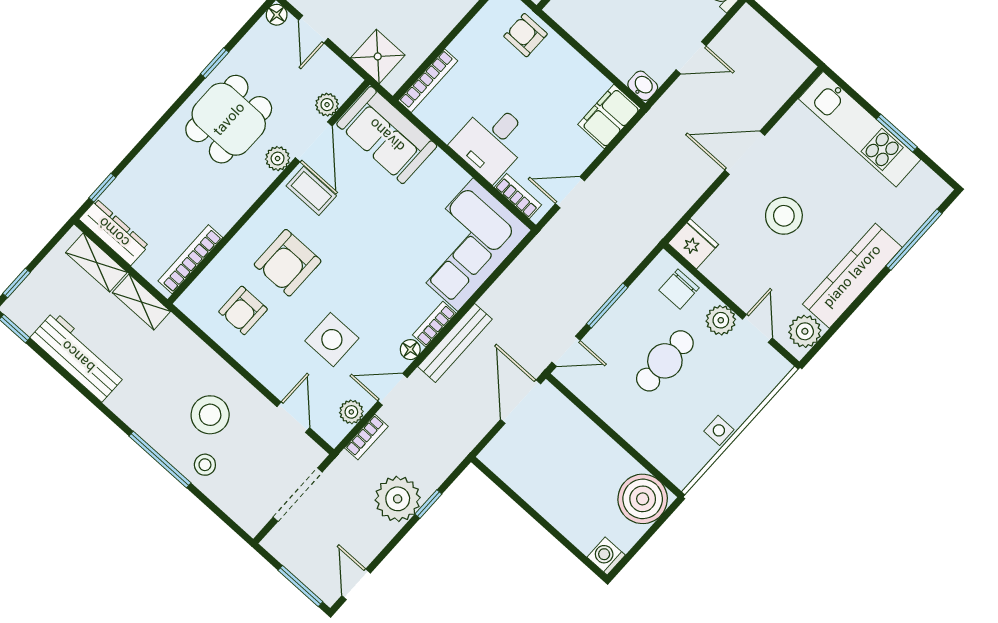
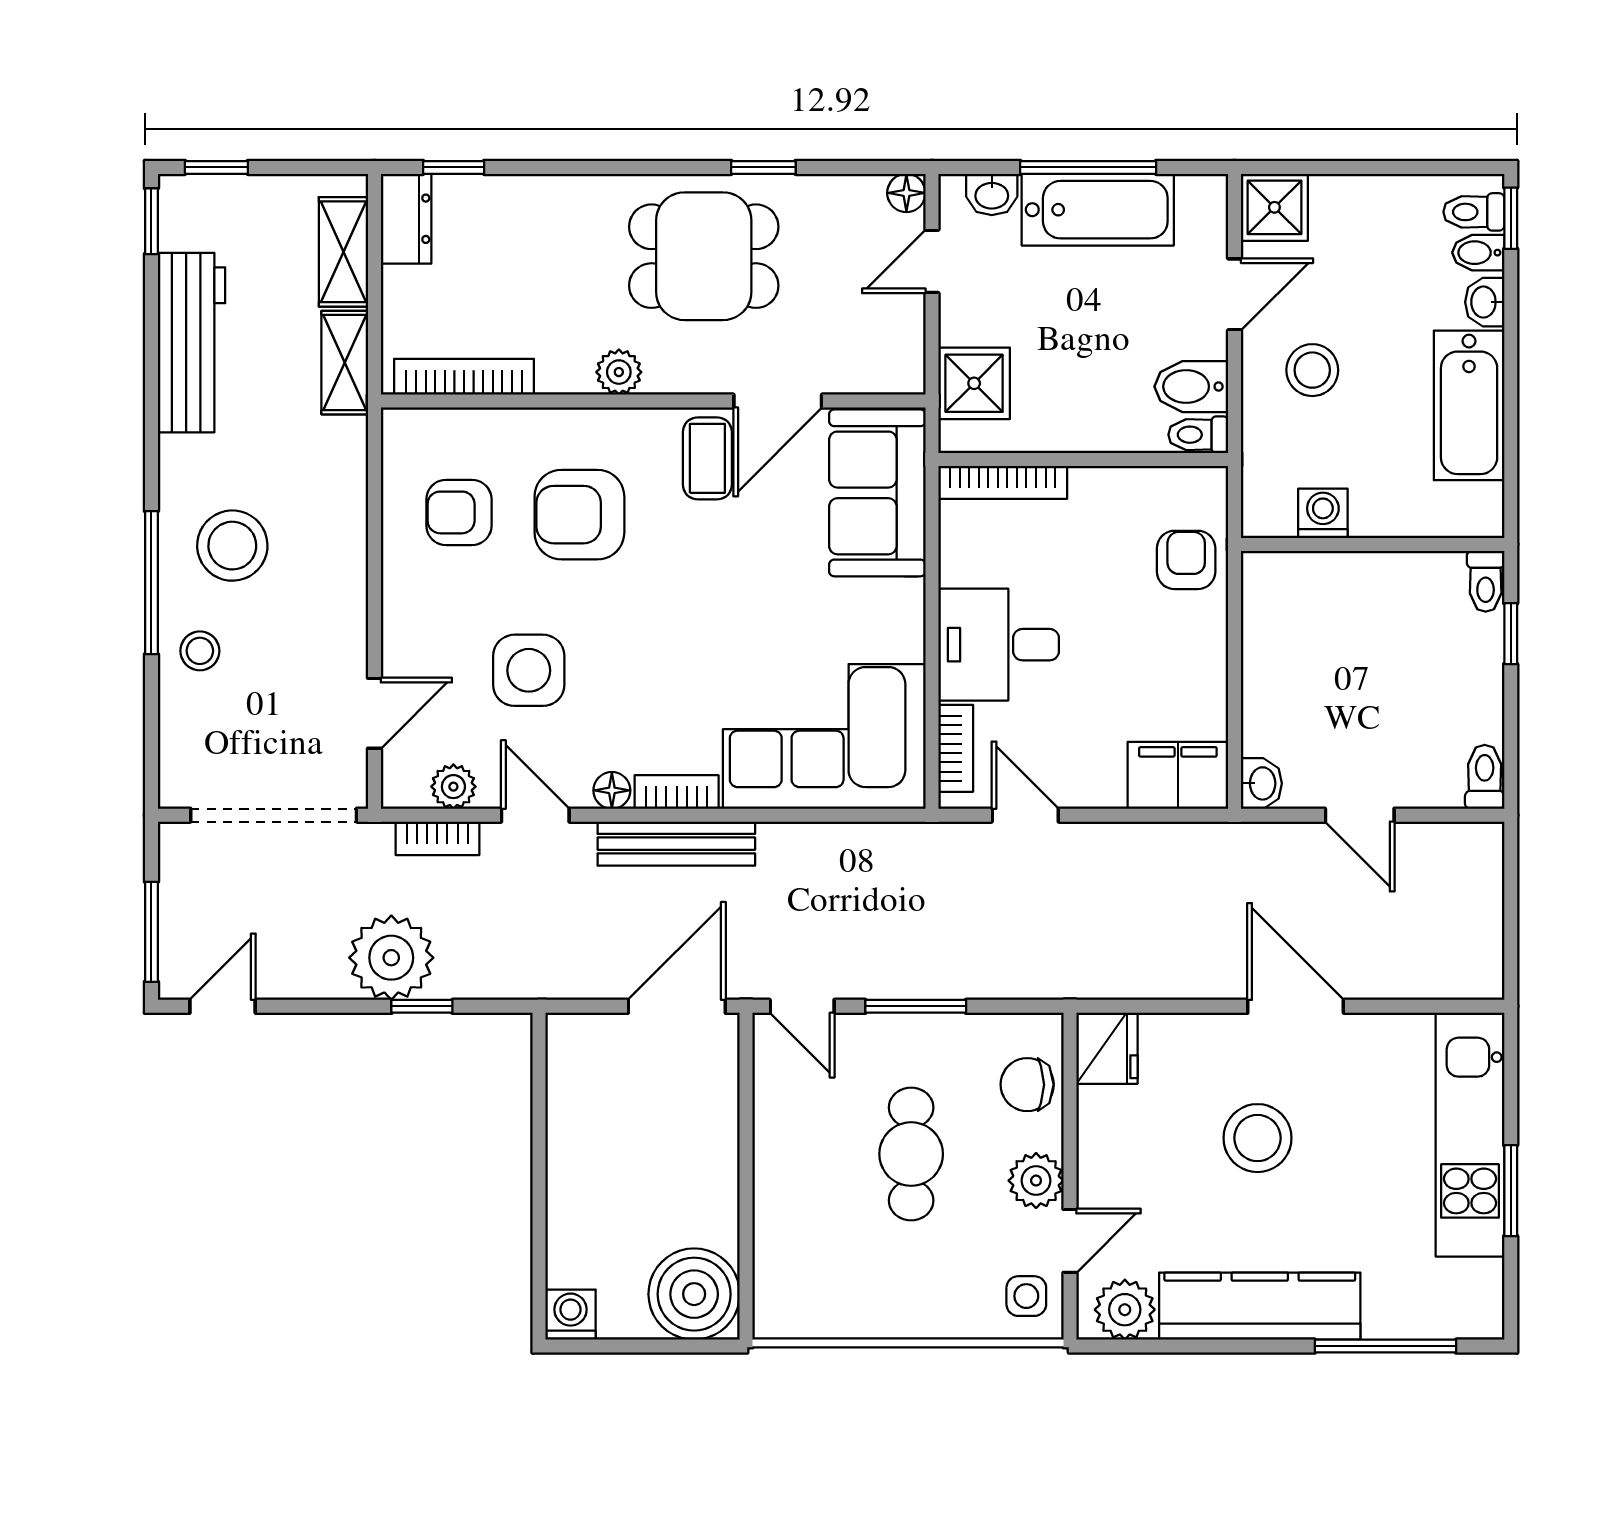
plant: (327, 105) -> (845, 373), removed
plant: (278, 159) -> (619, 372), moved
dresser: (114, 232) -> (406, 219), width x0.70
cafe table: (665, 361) -> (911, 1154), turned 90
stool: (210, 415) -> (232, 546), moved
side table: (719, 430) -> (1026, 1296), moved
doorway: (298, 495) -> (274, 815), width x1.36

